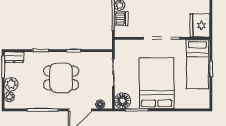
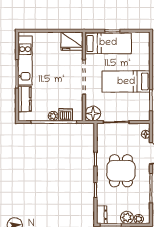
bed: (157, 83) -> (126, 82), width x0.67
floor lamp: (122, 101) -> (93, 113), moved

